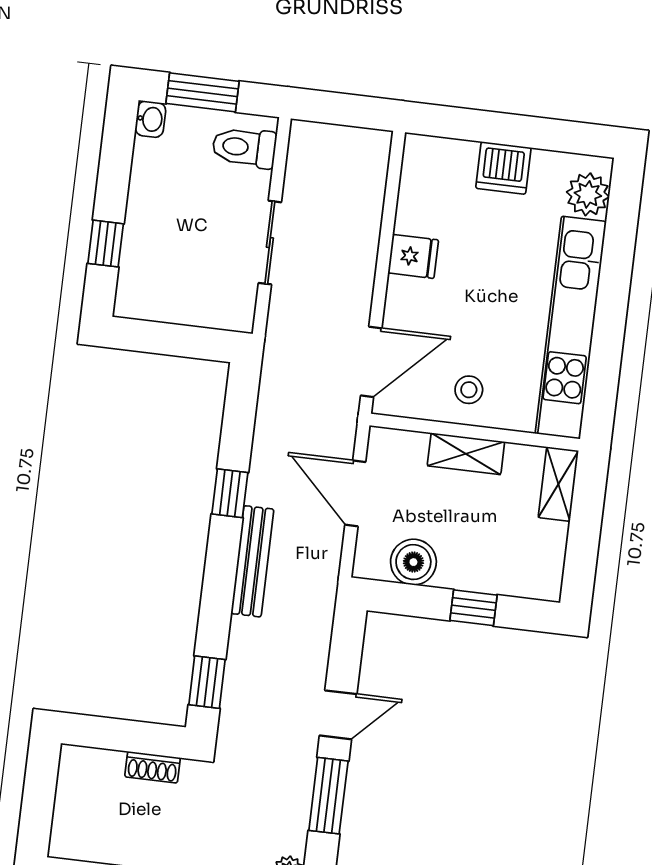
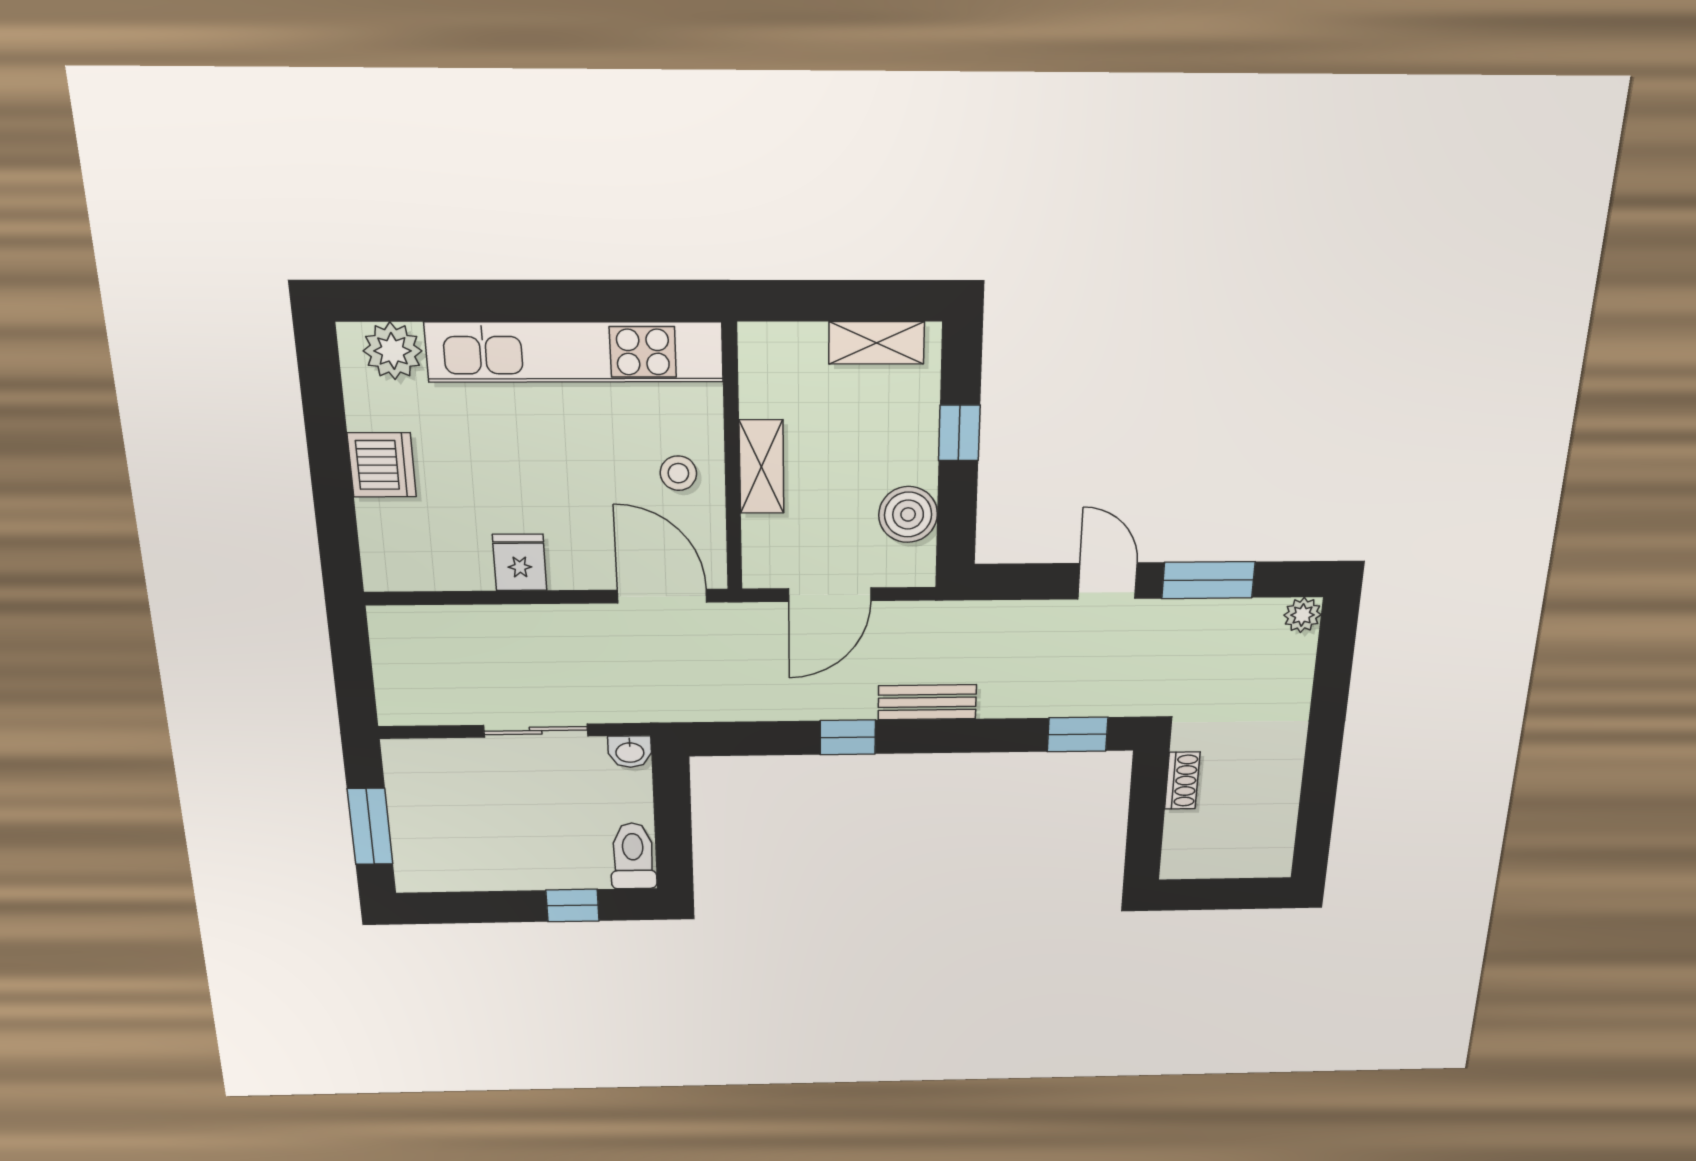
washbasin: (150, 119) -> (630, 752), moved, turned 180
toilet: (244, 147) -> (633, 856), moved, turned 180
shelving: (558, 484) -> (877, 343), moved
bench: (252, 561) -> (927, 702), width x0.73

